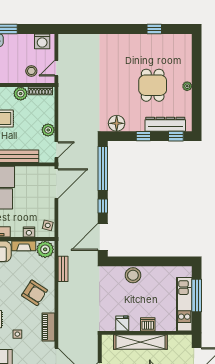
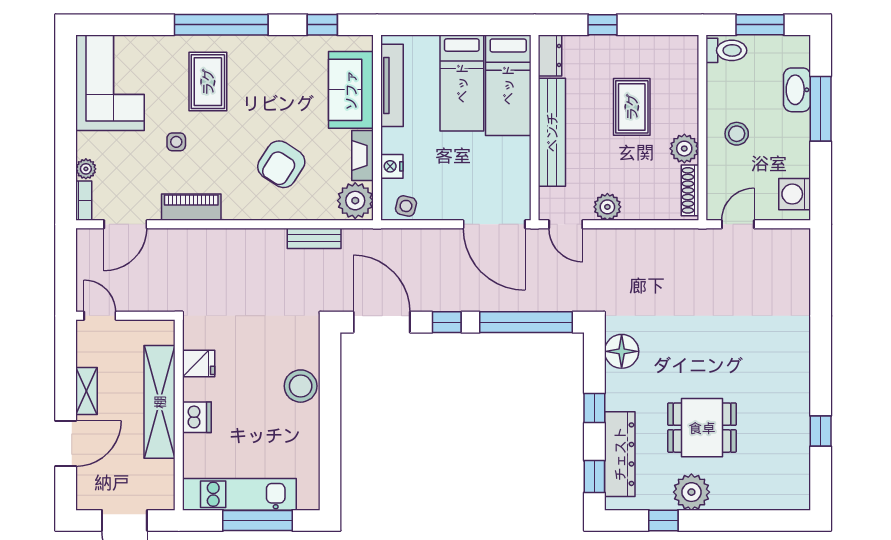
door: (56, 68) -> (738, 224), hinge flipped
stool: (31, 71) -> (737, 134), moved
plant: (187, 86) -> (691, 492), width x1.88, depth x1.88
window: (197, 103) -> (663, 520), added
armchair: (34, 293) -> (281, 164), moved

